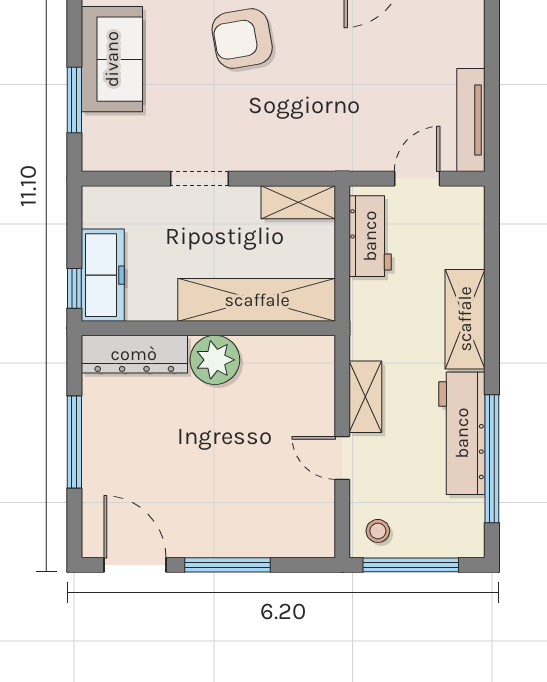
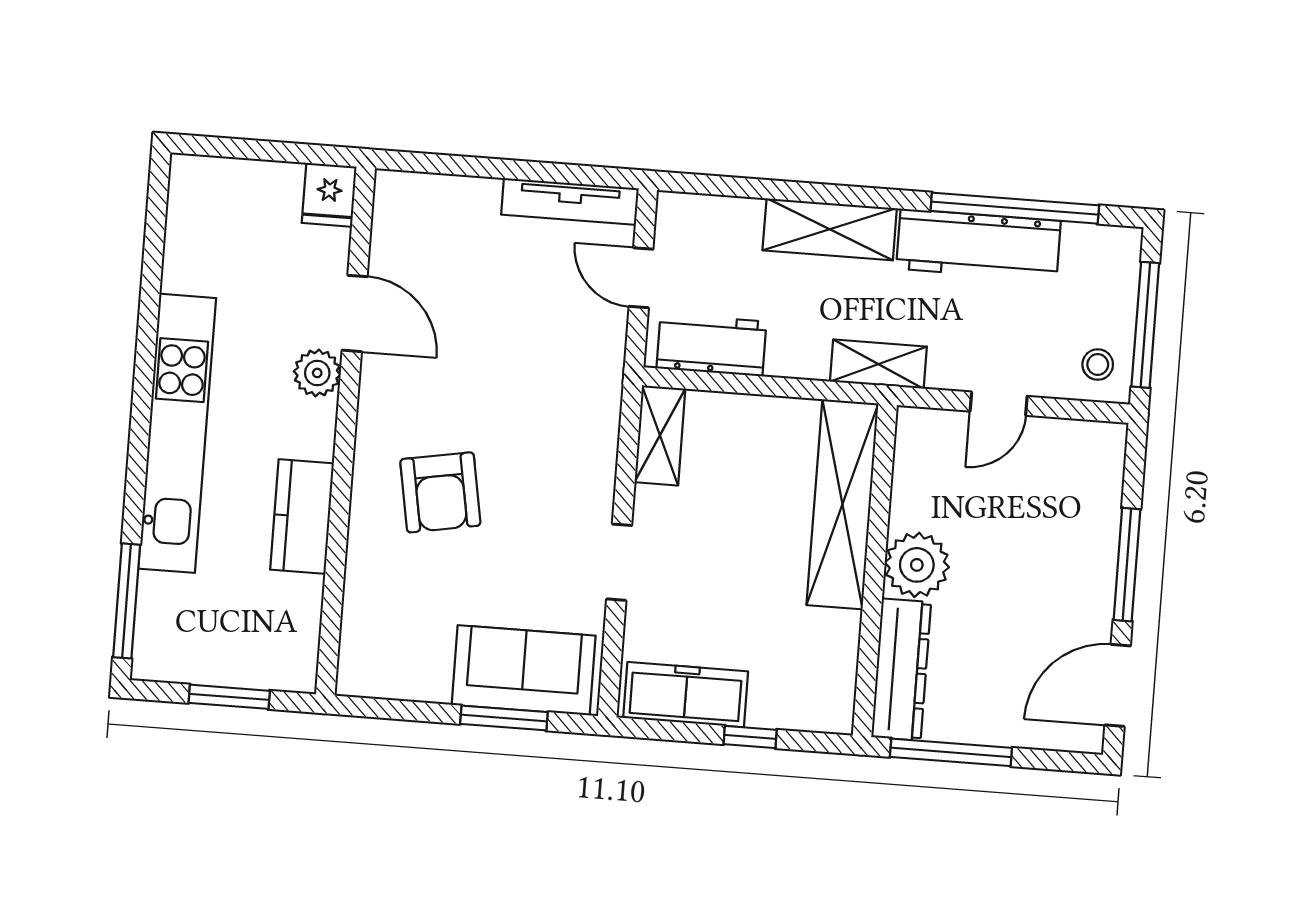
sofa: (112, 59) -> (524, 670), moved
freezer: (103, 275) -> (686, 695), moved
shelving: (257, 300) -> (842, 504), moved
wall: (208, 328) -> (875, 570), moved
dresser: (134, 354) -> (901, 670), moved
plant: (215, 360) -> (917, 565), moved
shelving: (365, 397) -> (878, 364), moved

